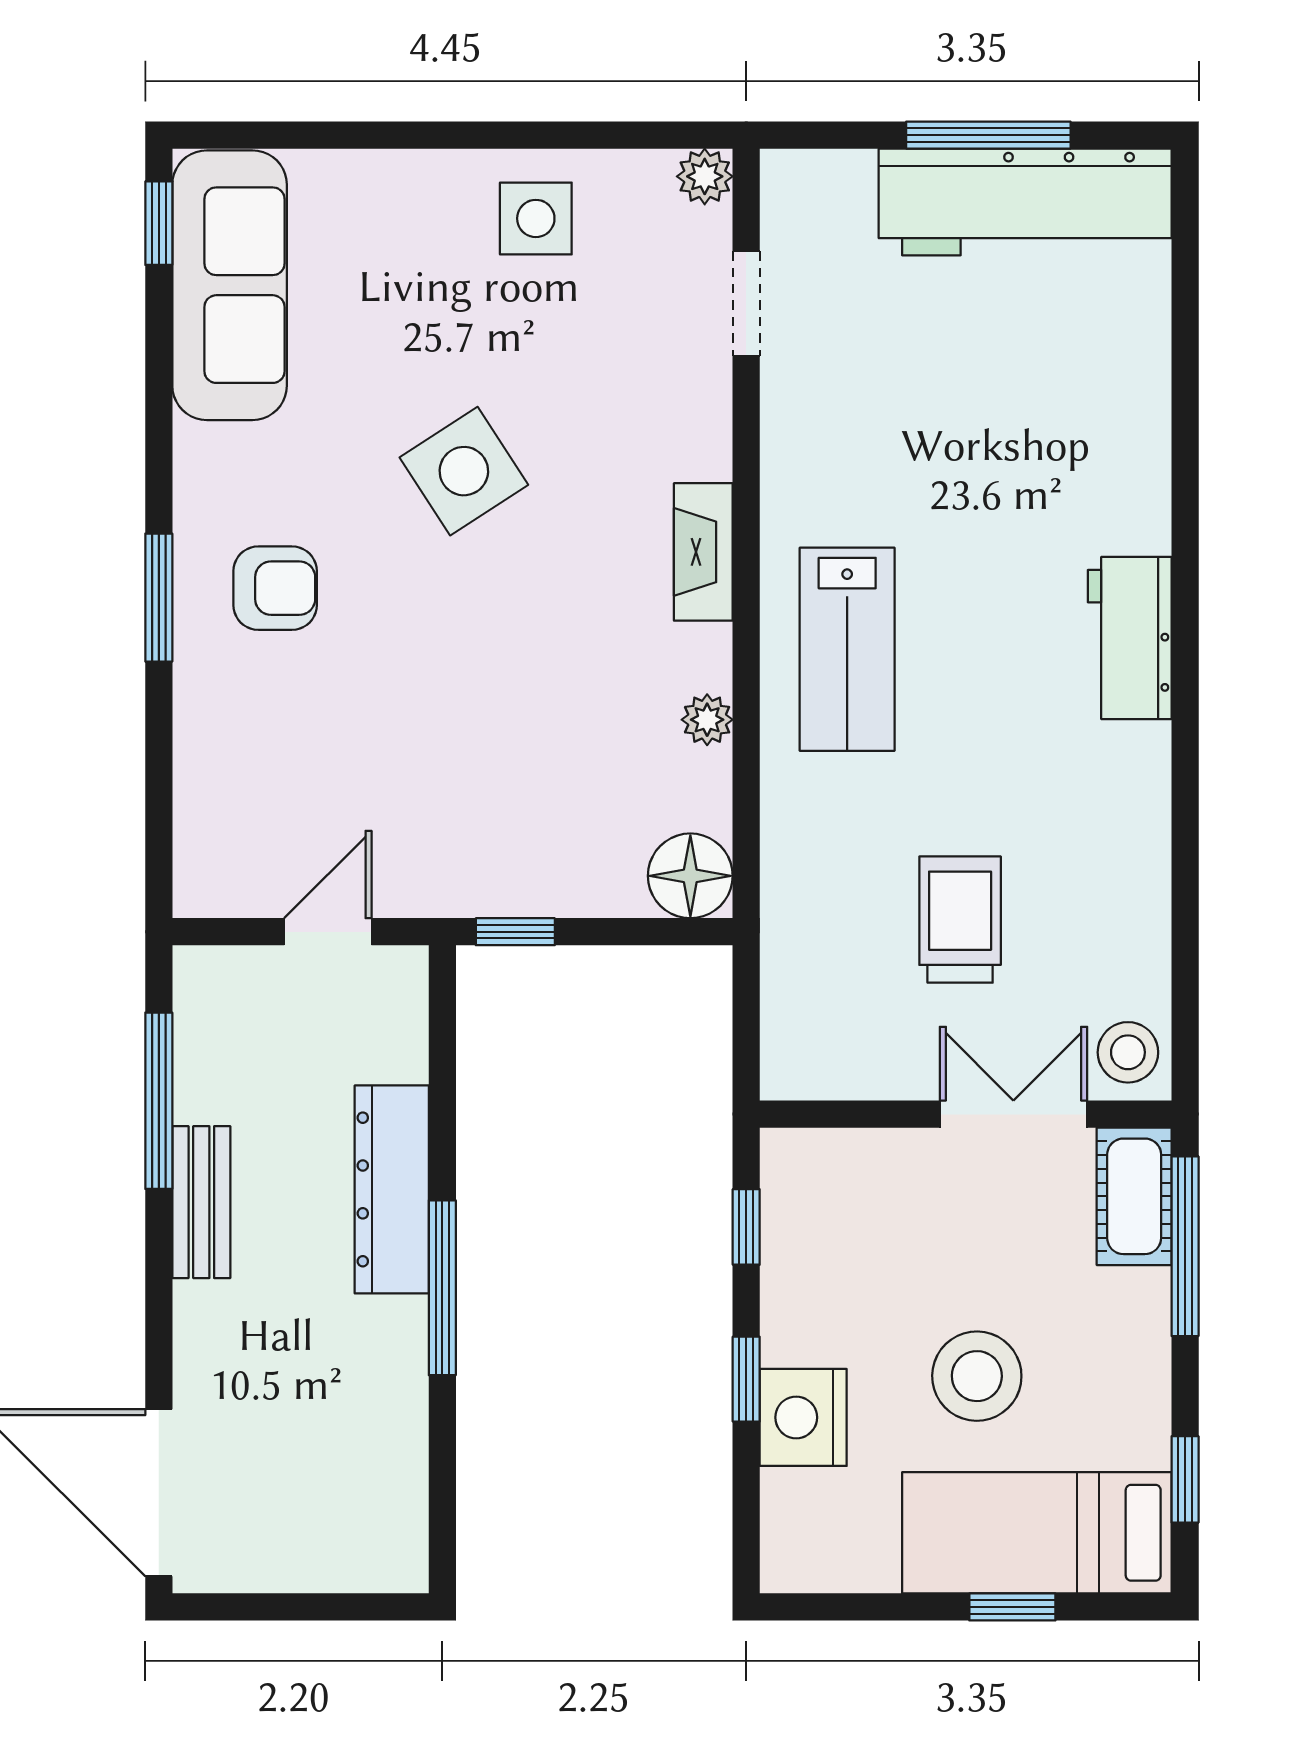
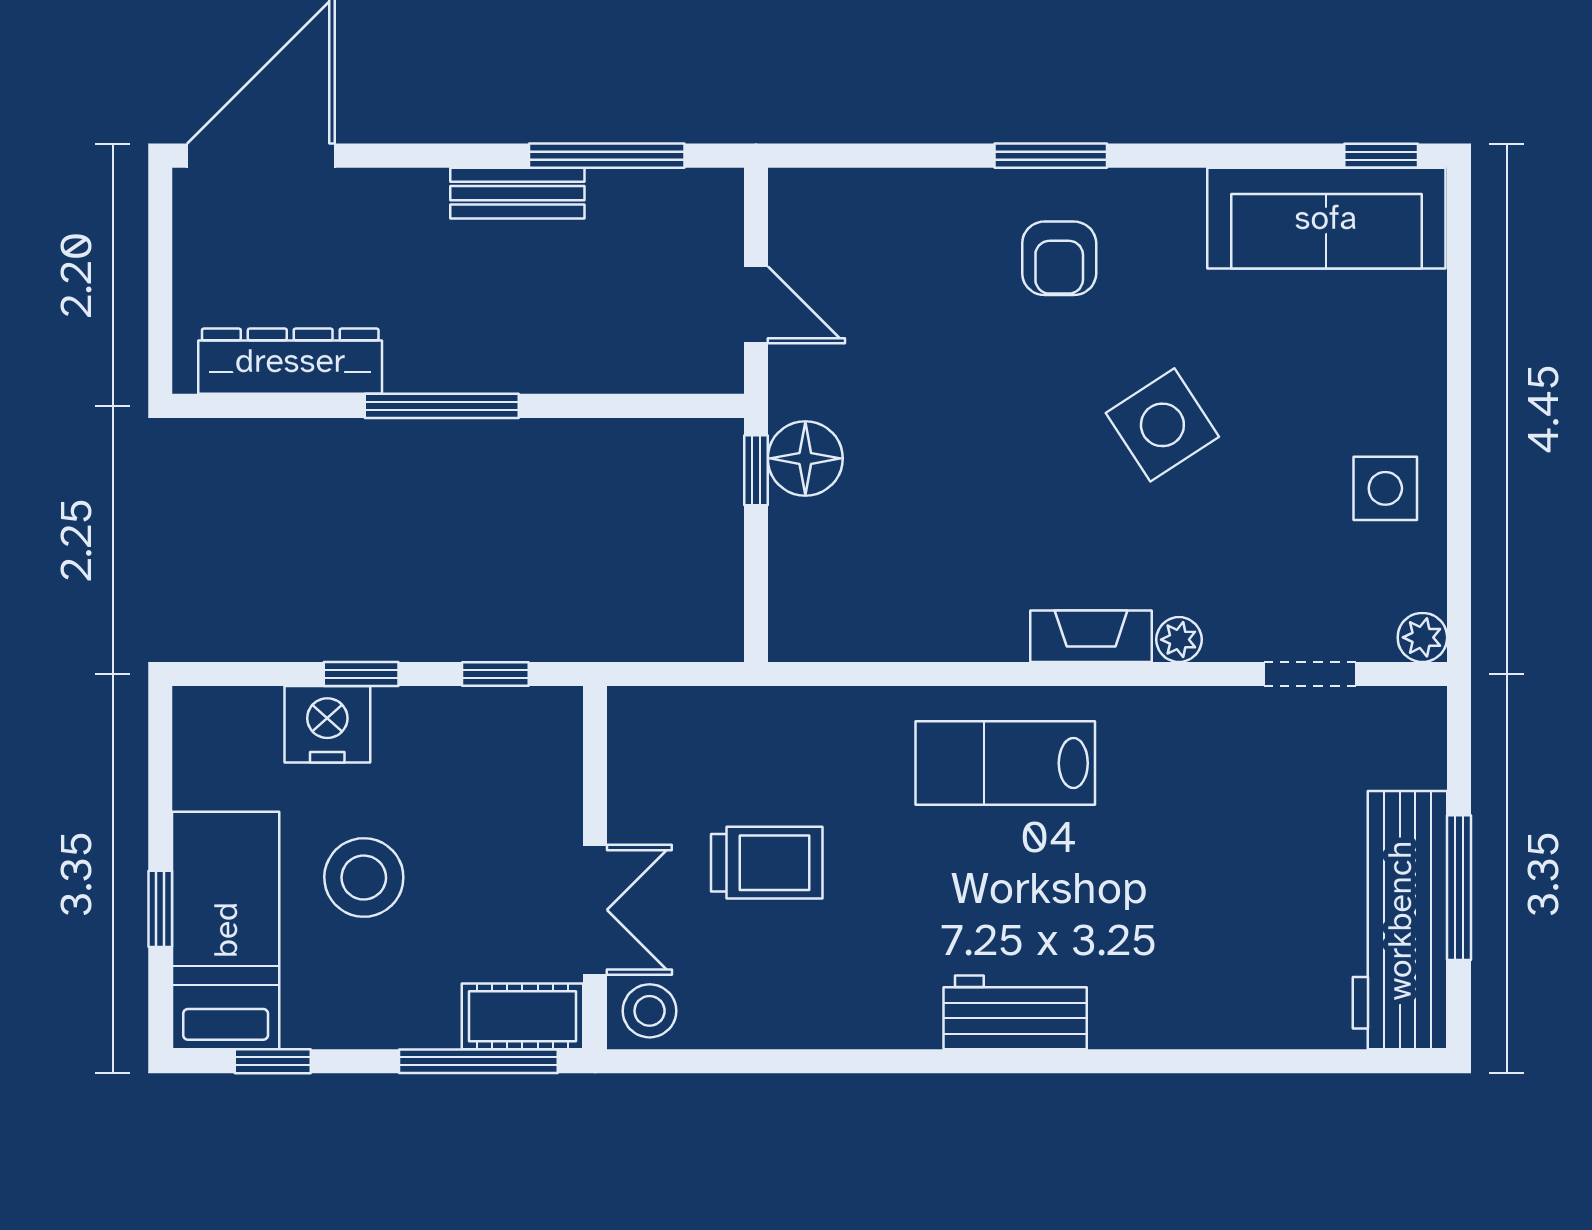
plant: (707, 720) -> (1179, 640), moved
floor lamp: (690, 876) -> (805, 458), moved
dresser: (392, 1189) -> (290, 361), moved

